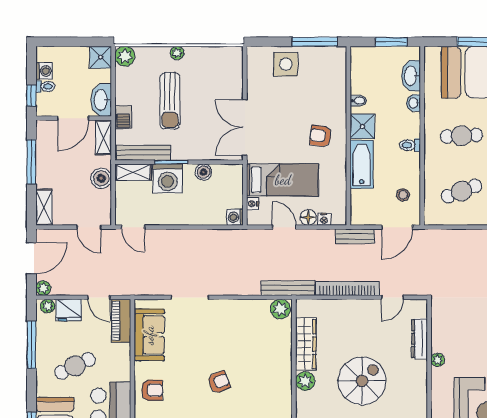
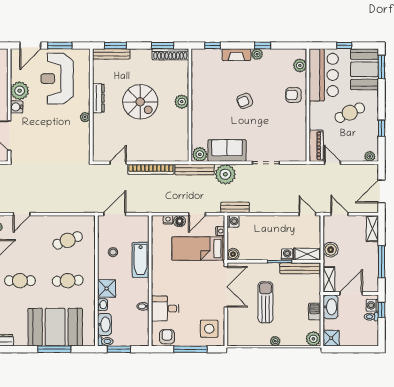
window: (315, 42) -> (190, 349), moved
side table: (286, 64) -> (209, 329), moved
washing machine: (44, 71) -> (372, 305), moved
desk: (328, 98) -> (165, 309), added
sun lounger: (170, 101) -> (265, 302), moved
barbecue: (123, 117) -> (315, 312), moved
shower: (362, 126) -> (107, 289), moved
armchair: (321, 136) -> (167, 337), moved, turned -98
toilet: (410, 145) -> (105, 341), moved
boiler: (203, 172) -> (233, 254), moved
washing machine: (168, 179) -> (287, 255), width x0.53, depth x0.53
stool: (403, 195) -> (113, 252), moved
door: (284, 227) -> (197, 214), hinge flipped
bench: (355, 236) -> (235, 207), moved
plant: (43, 288) -> (225, 174), moved, width x1.88, depth x1.88
fridge: (69, 310) -> (354, 154), removed
sofa: (149, 335) -> (227, 151), moved, turned 90
dresser: (420, 339) -> (98, 98), moved
wardrobe: (306, 344) -> (181, 129), removed
window: (31, 345) -> (382, 128), width x0.46
spiral stairs: (362, 381) -> (140, 102), turned -90

